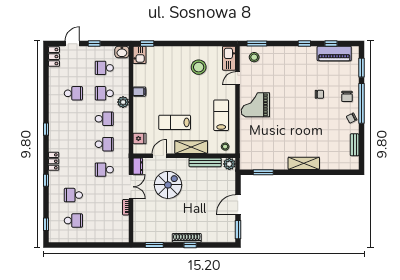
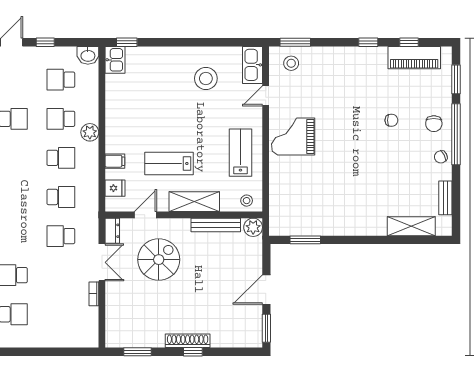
filing cabinet: (139, 92) -> (115, 161), moved
shelving: (304, 163) -> (411, 226), moved

